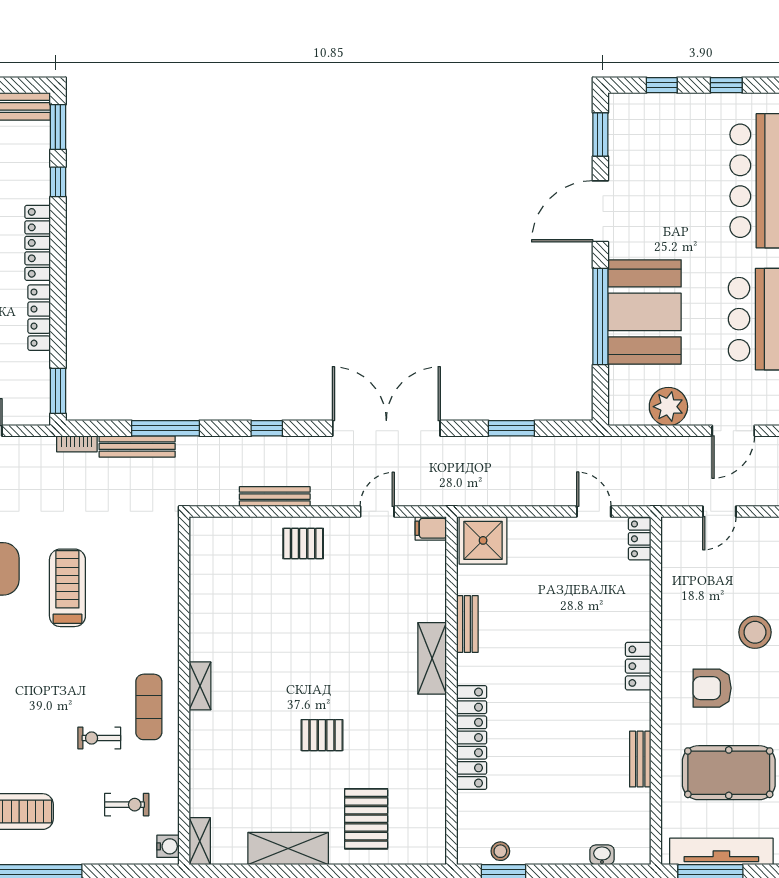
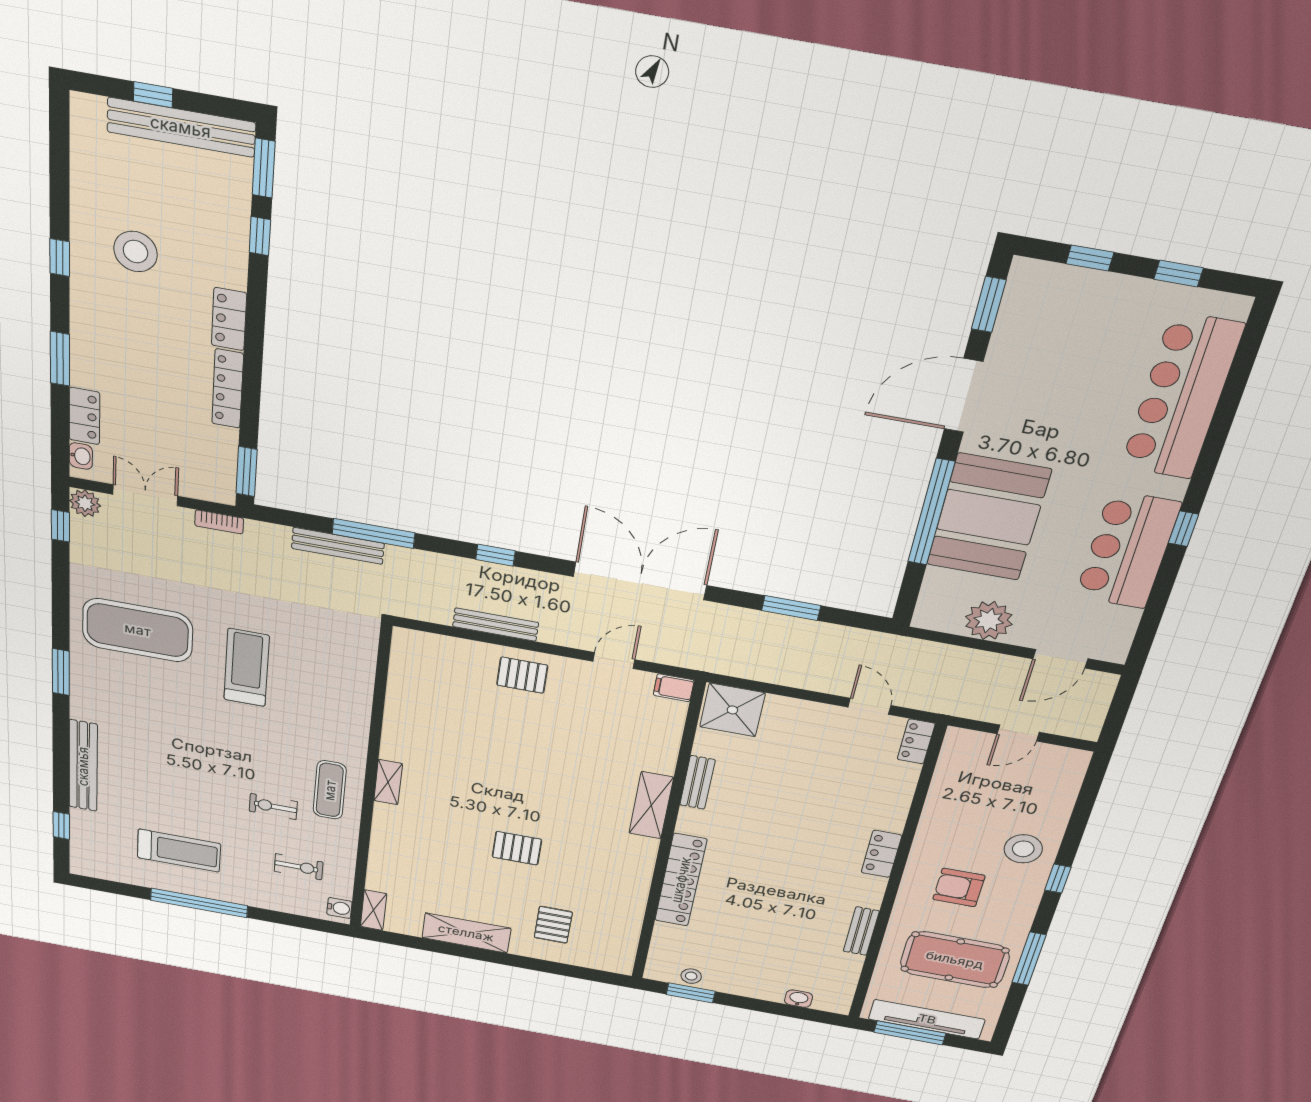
locker: (38, 243) -> (229, 319), width x0.66
bookcase: (77, 444) -> (219, 522), moved
pallet: (366, 819) -> (553, 925), width x0.67, depth x0.71

